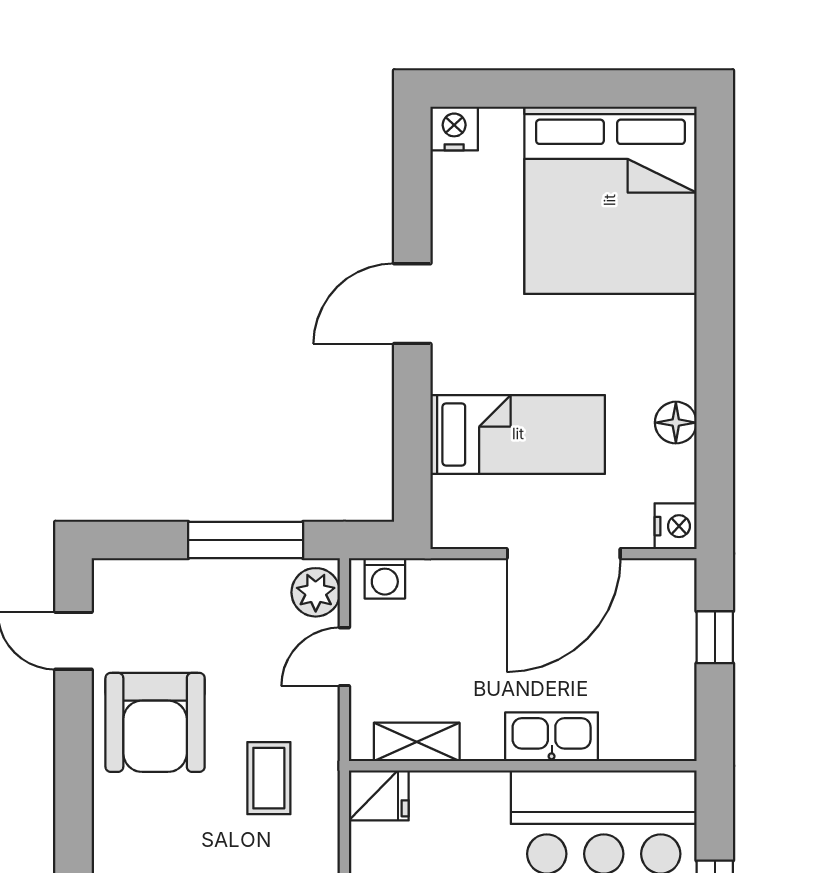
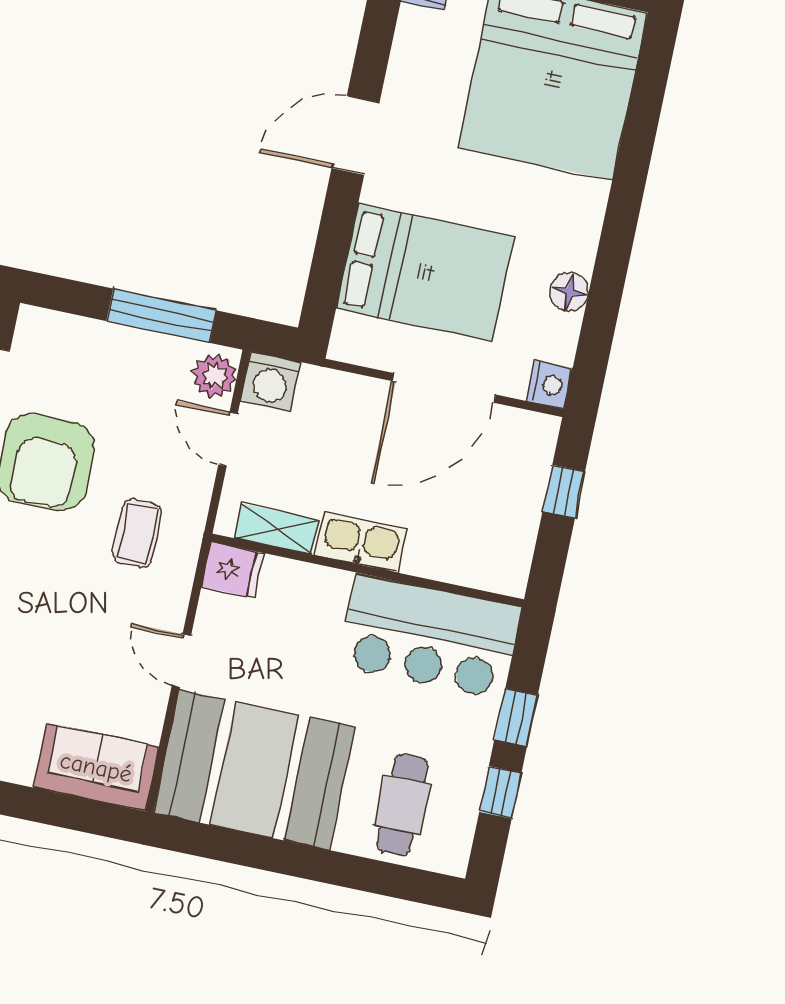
bed: (518, 434) -> (425, 272), width x1.50
washing machine: (385, 578) -> (271, 382), width x1.38, depth x1.38
door: (344, 657) -> (228, 439), hinge flipped
kitchen sink: (552, 737) -> (361, 542), moved

